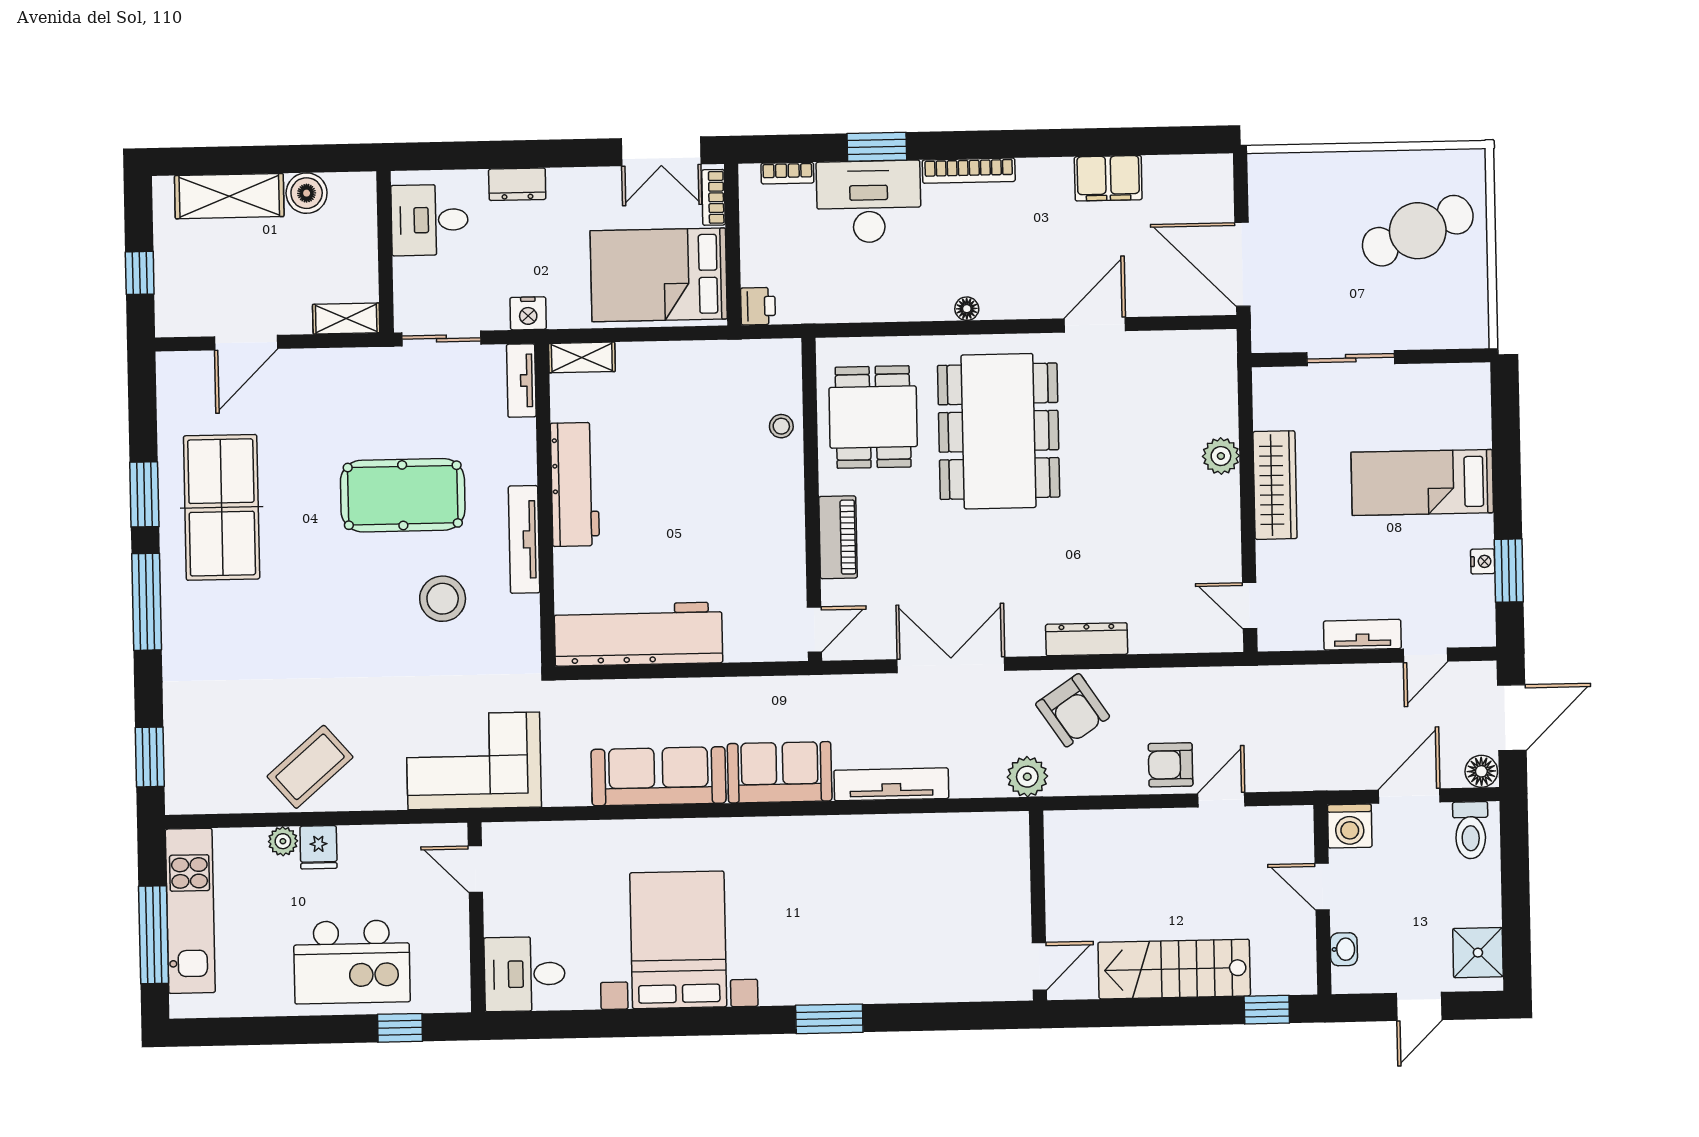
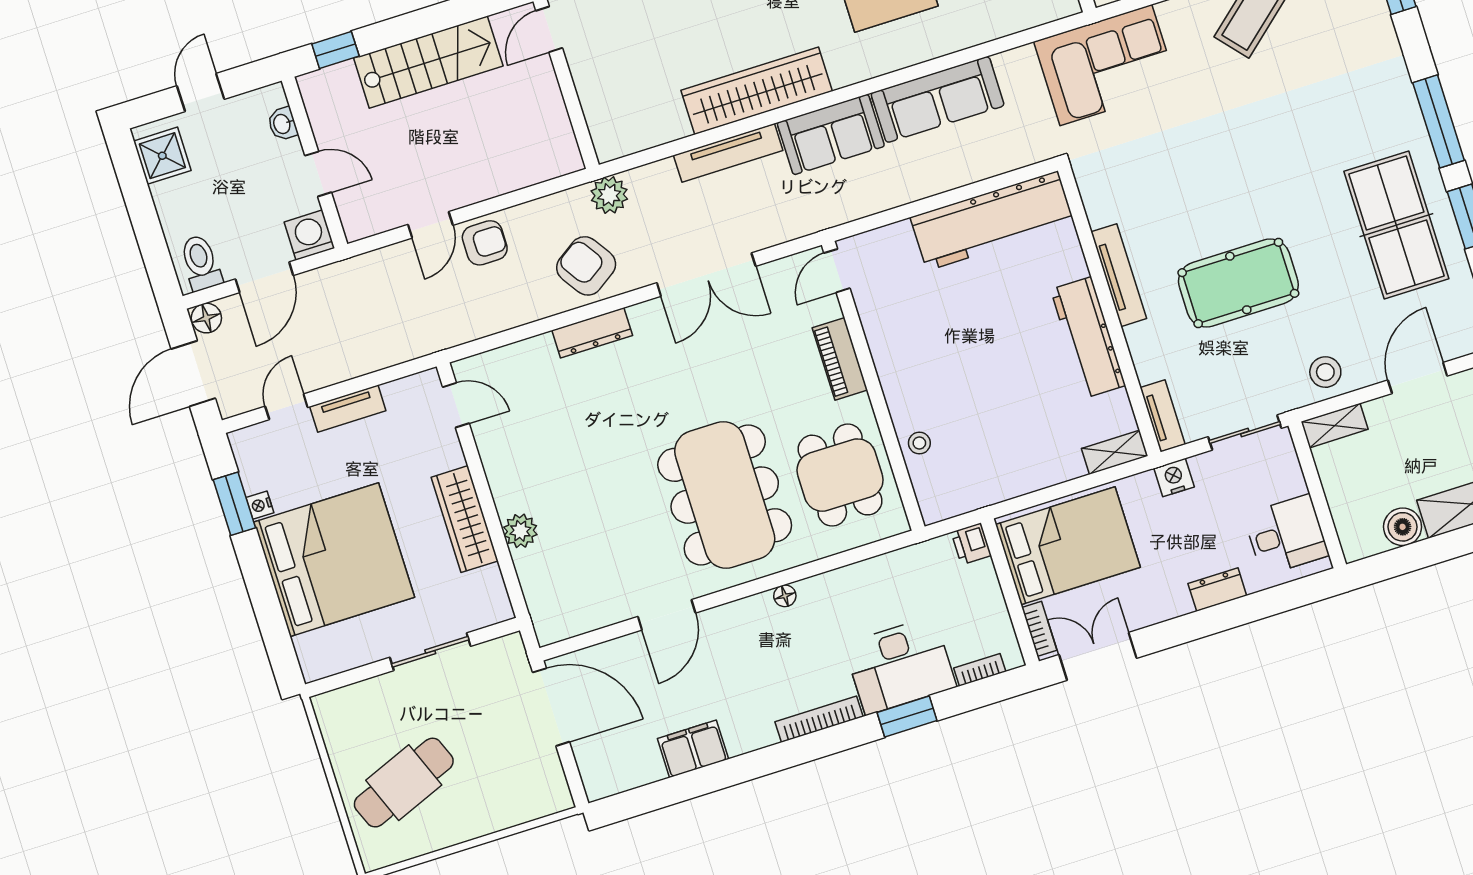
bed: (1422, 482) -> (334, 560), width x2.04
stool: (443, 599) -> (1325, 372), moved, width x0.73, depth x0.73
wardrobe: (843, 840) -> (757, 91), added

